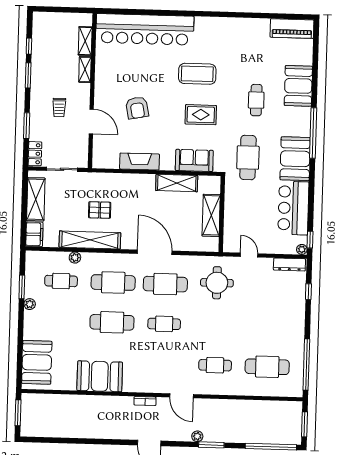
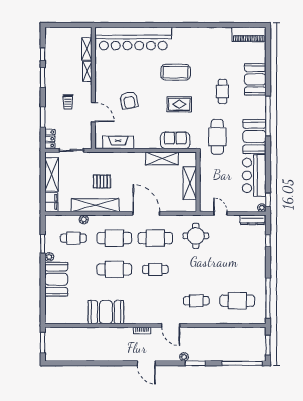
fireplace: (140, 161) -> (118, 142), moved
booth: (37, 362) -> (56, 279), moved

